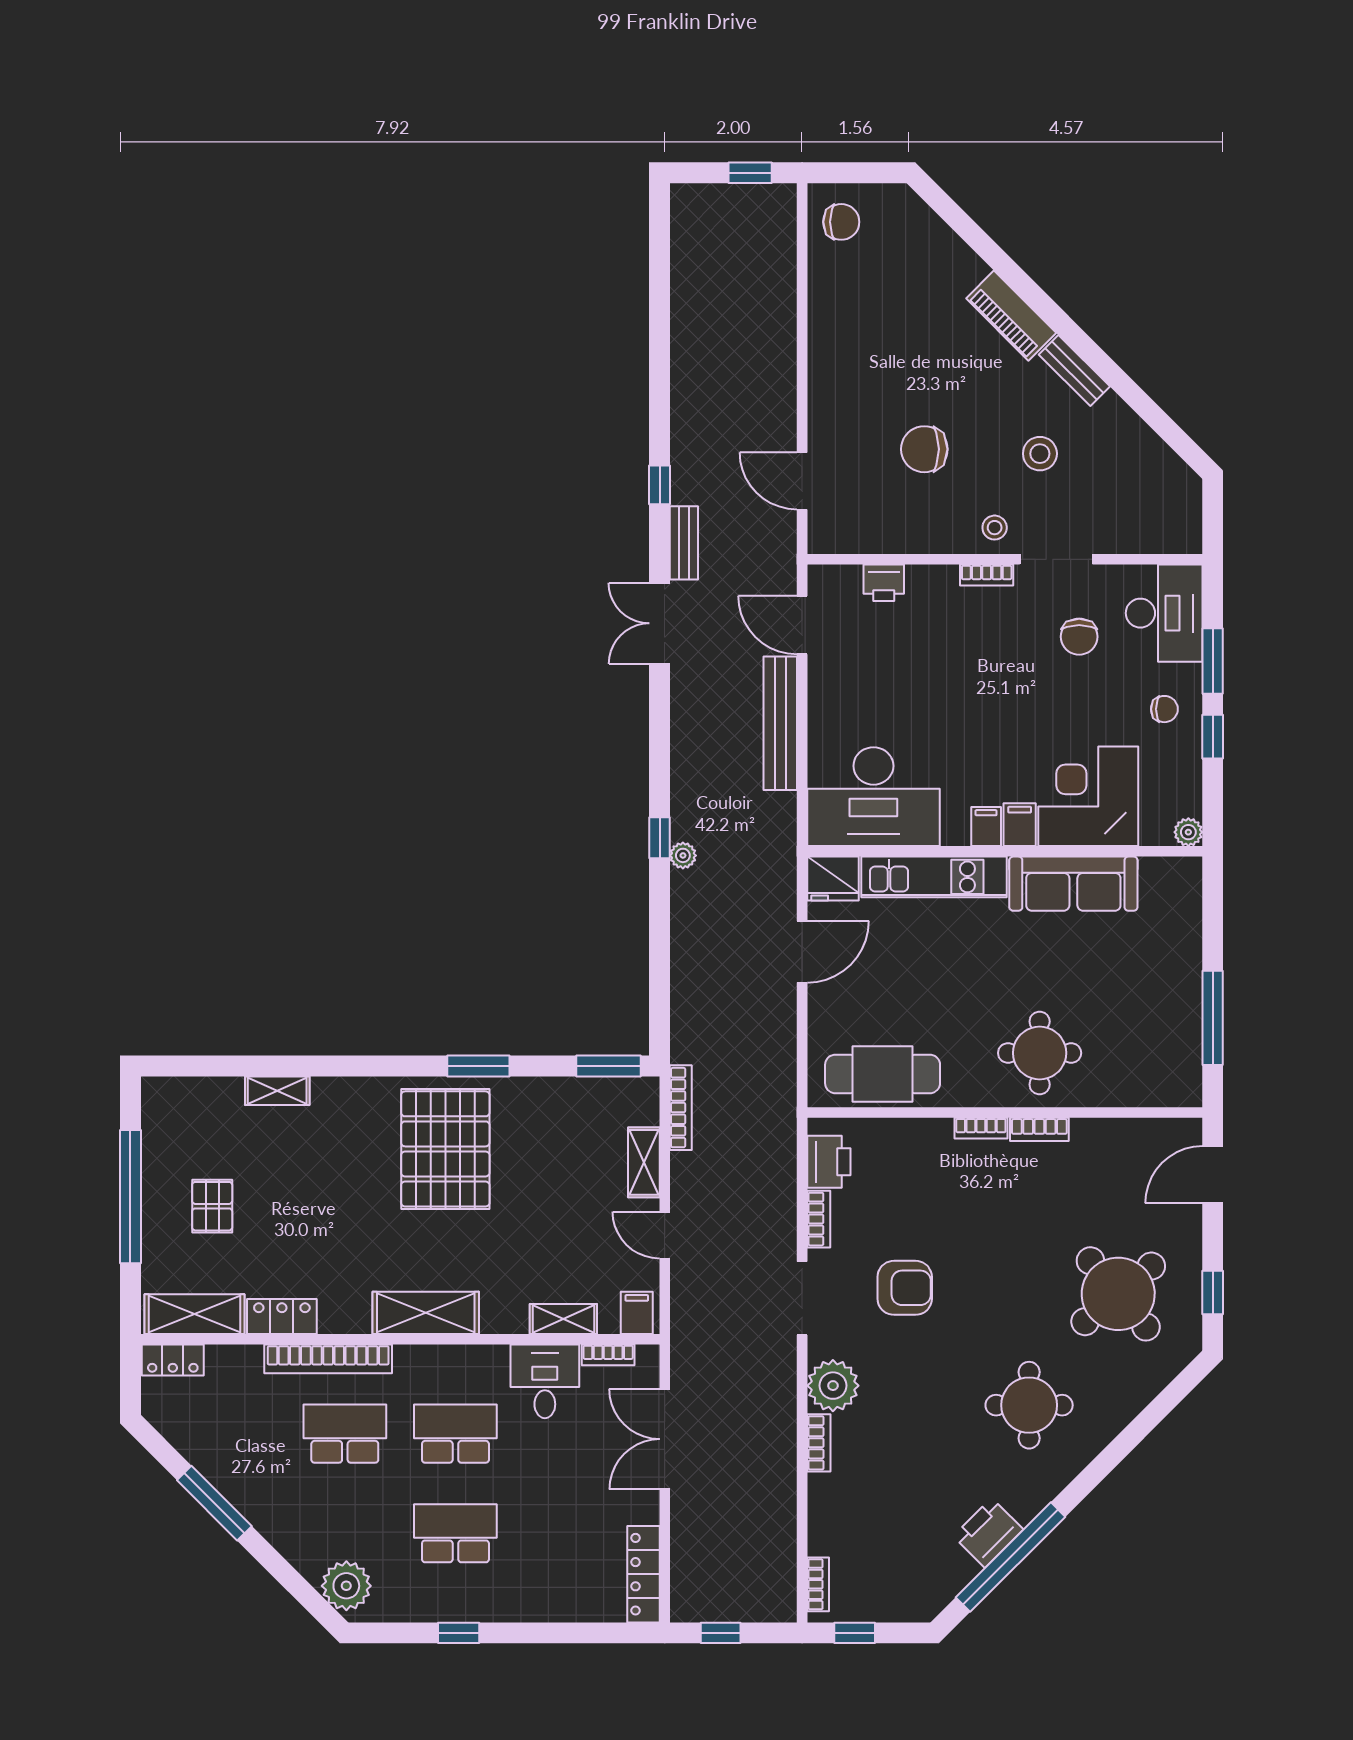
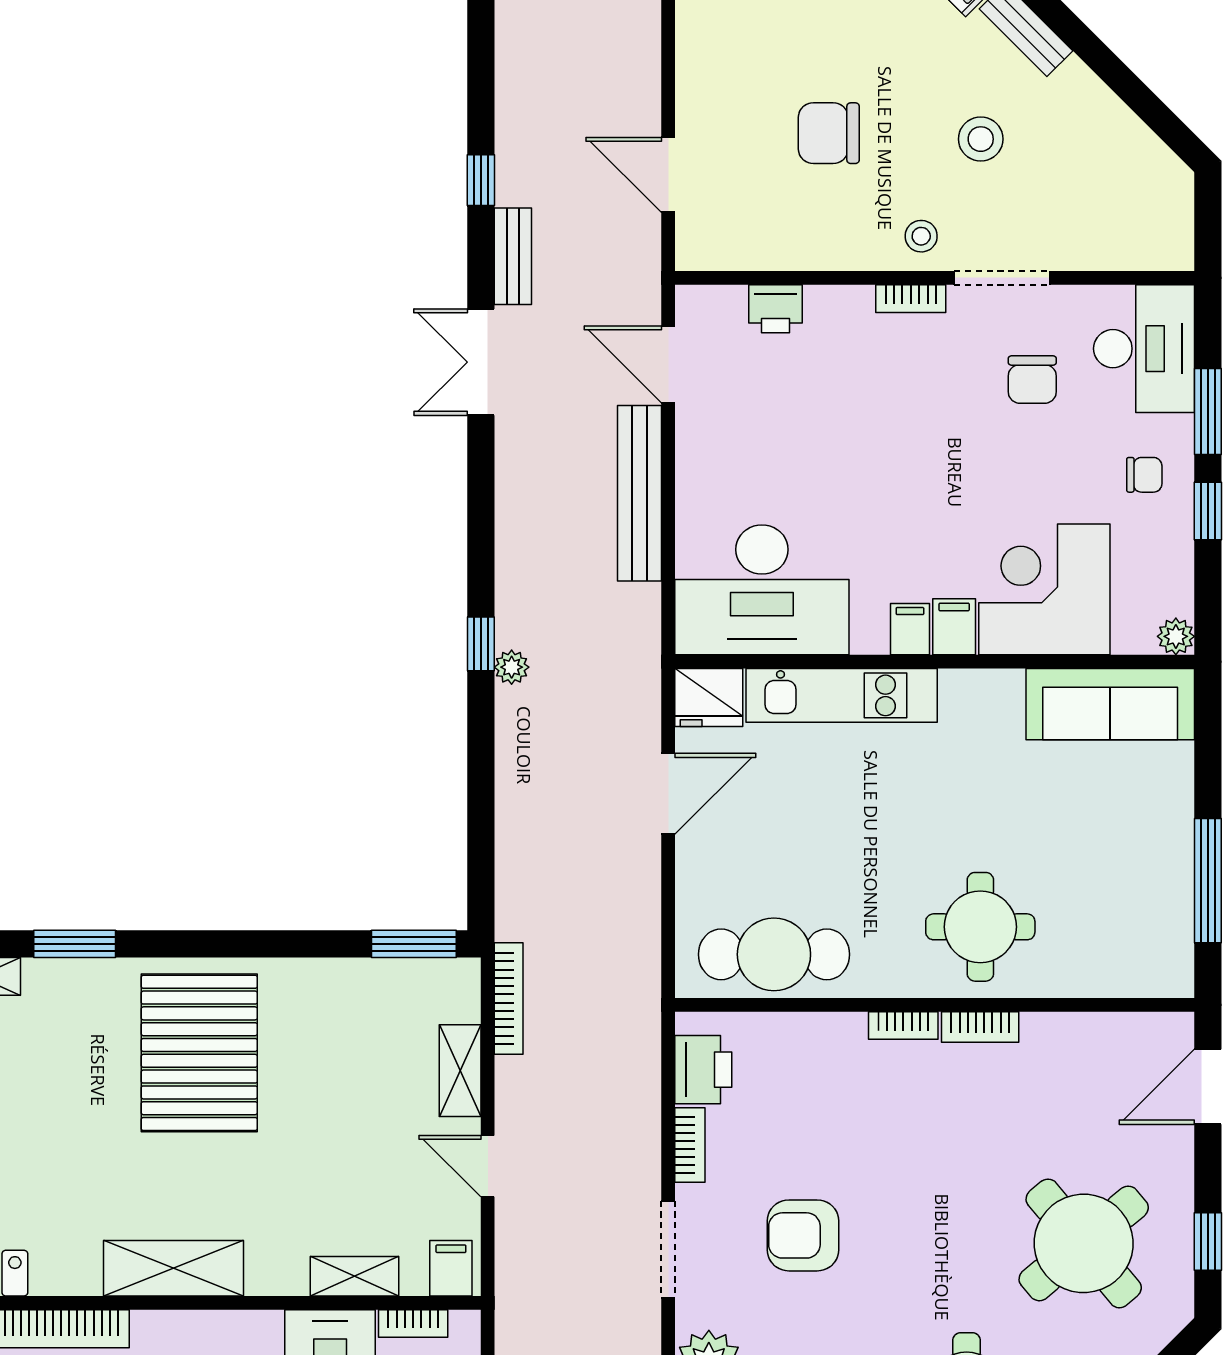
sofa: (1073, 884) -> (1110, 704), moved
window: (478, 1066) -> (75, 944), moved
armchair: (905, 1288) -> (803, 1235), turned 180

